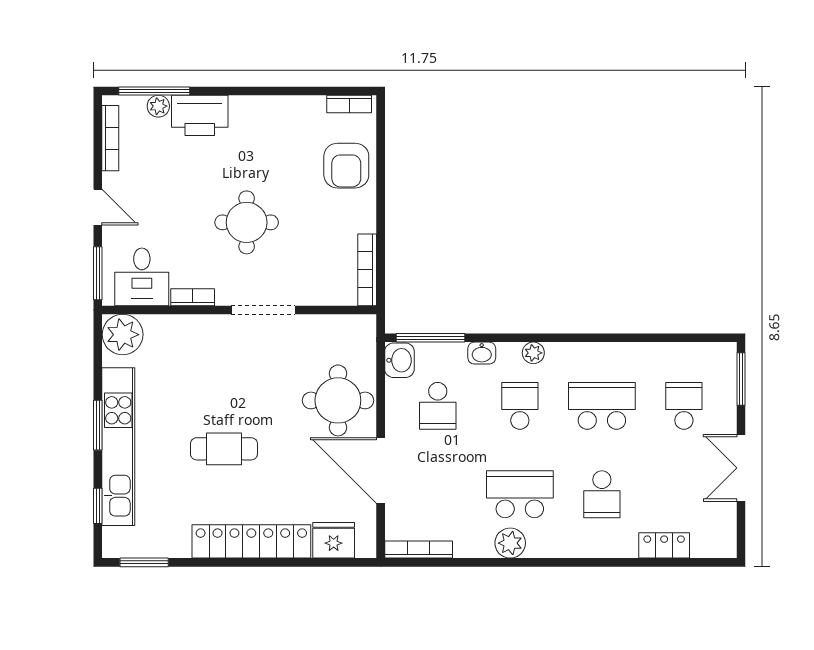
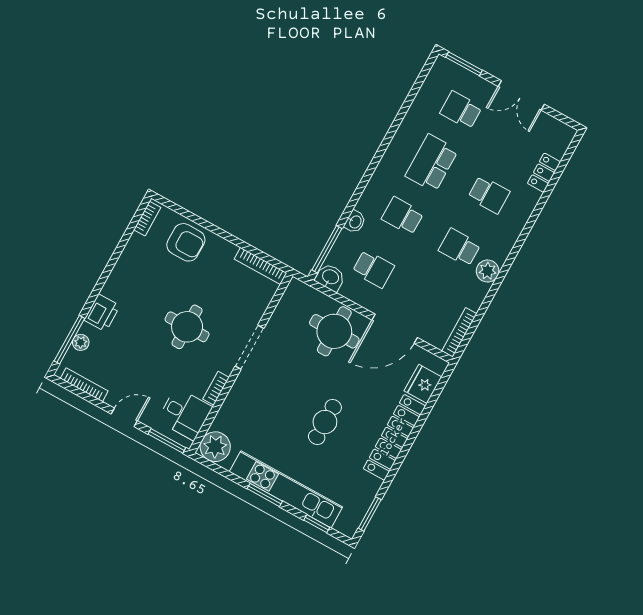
printer: (200, 115) -> (102, 313), width x0.73, depth x0.84
plant: (533, 353) -> (373, 188), removed
school desk: (520, 494) -> (460, 247), width x0.54

